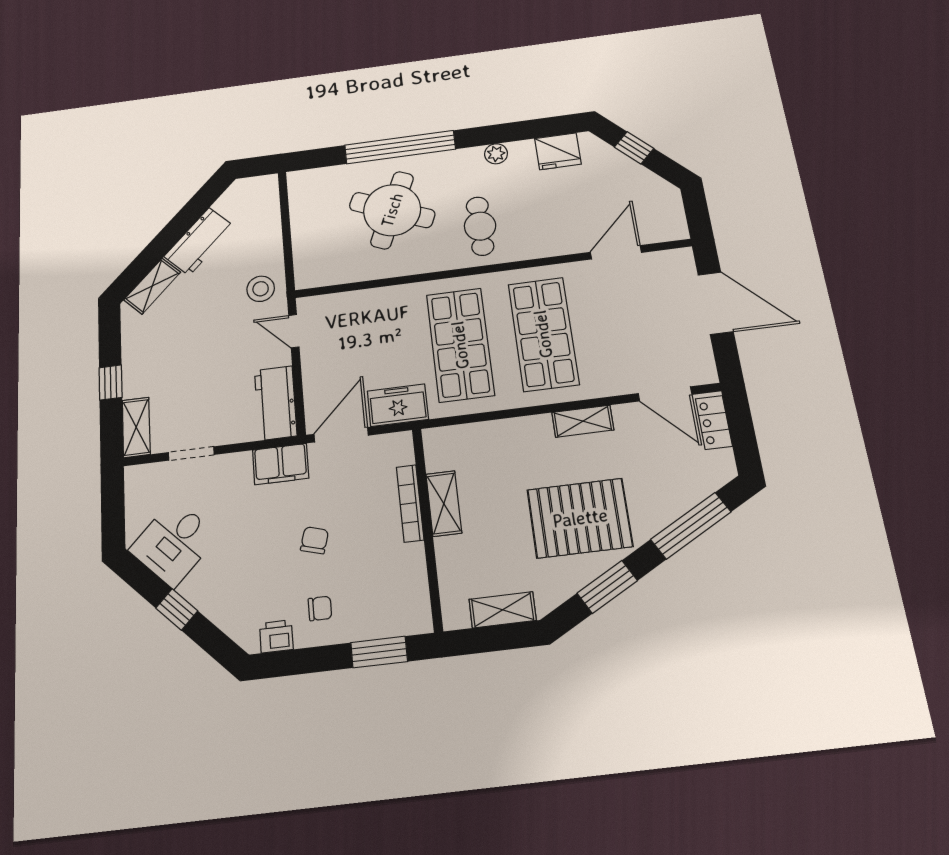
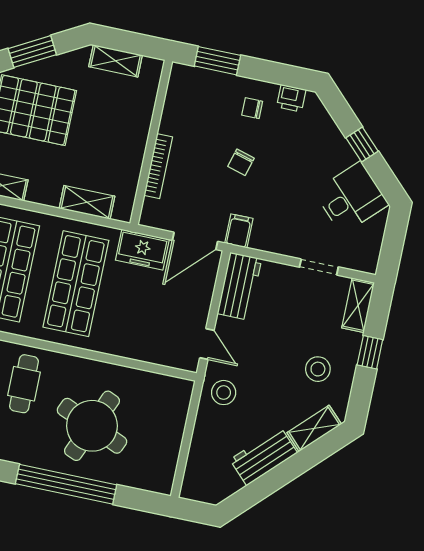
stool: (164, 346) -> (318, 369), added
filing cabinet: (281, 464) -> (239, 231), width x0.50
shelving: (444, 503) -> (87, 202), moved, turned 90

